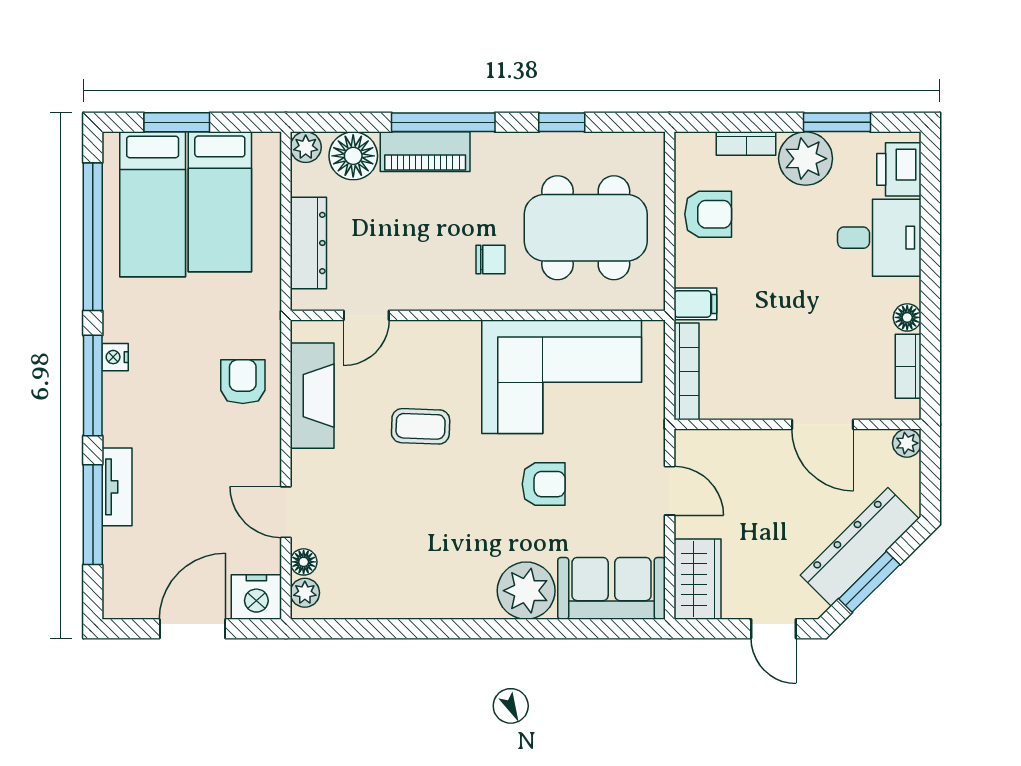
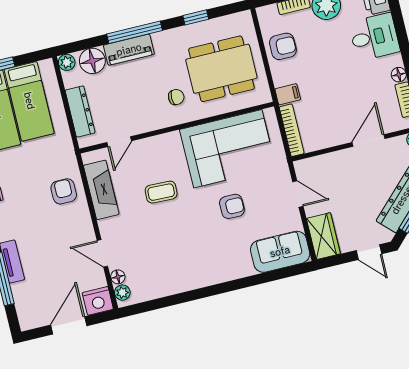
door: (823, 424) -> (368, 141), swing flipped
plant: (526, 591) -> (236, 264), removed

